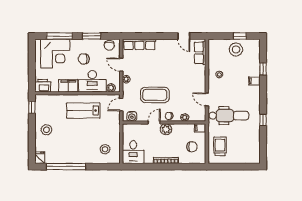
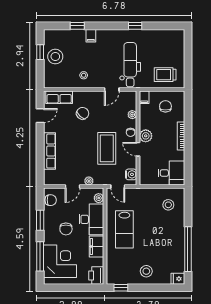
row of seats: (139, 44) -> (49, 151), moved
chair: (186, 74) -> (83, 113), added

